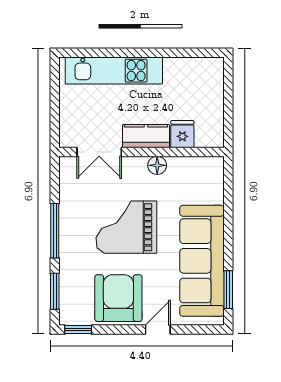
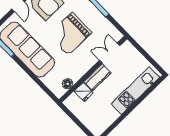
floor lamp: (157, 165) -> (68, 84), moved
grand piano: (126, 227) -> (70, 34), turned 180

